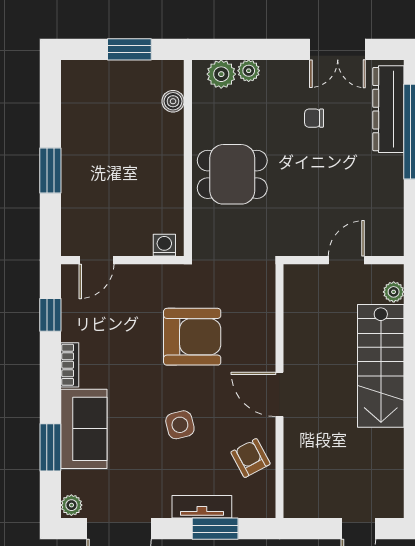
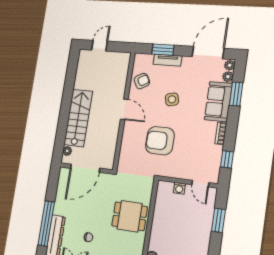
window: (50, 171) -> (219, 220), moved
washing machine: (164, 245) -> (179, 188), moved
door: (96, 260) -> (200, 184), swing flipped
door: (346, 260) -> (85, 168), width x1.87
armchair: (250, 458) -> (142, 81), turned -91
plant: (72, 482) -> (228, 77), added

